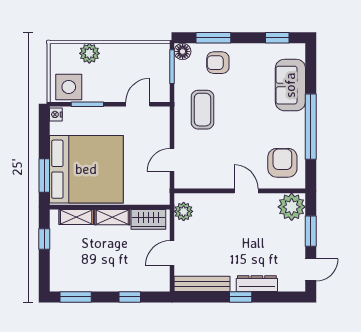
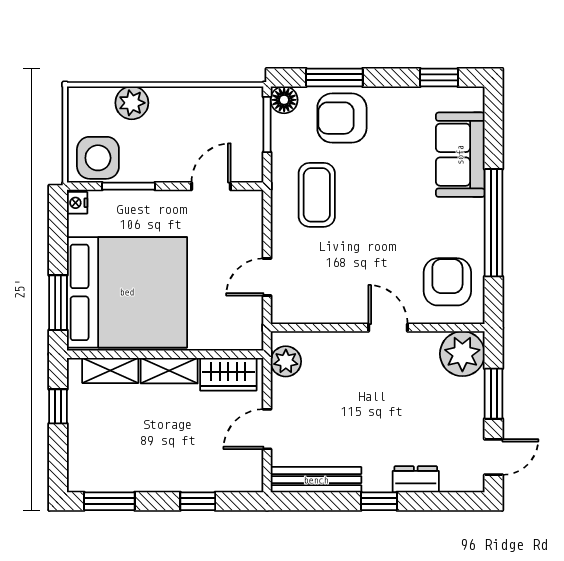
armchair: (218, 63) -> (342, 118), width x1.38, depth x1.38
dresser: (257, 284) -> (416, 479), width x0.70

